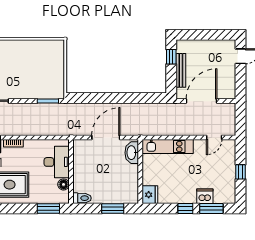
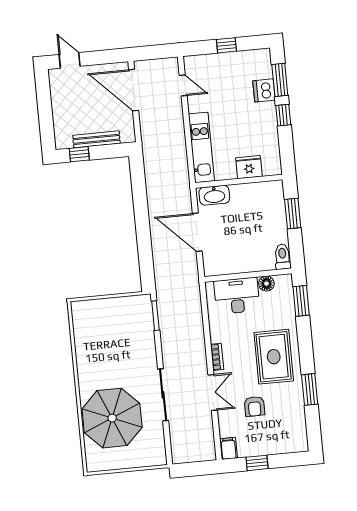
door: (202, 101) -> (134, 90), moved
fridge: (150, 195) -> (249, 167), moved

